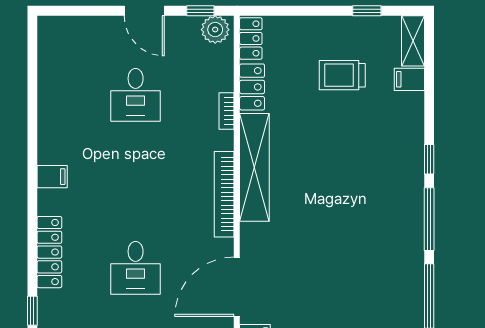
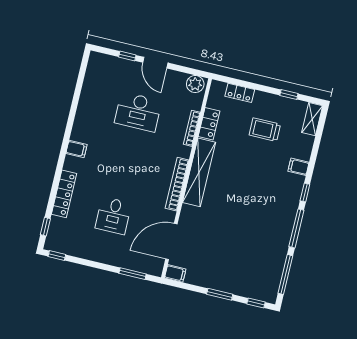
window: (200, 11) -> (127, 56), moved
locker: (251, 38) -> (240, 93), moved, turned 90
filing cabinet: (409, 79) -> (299, 167), moved
desk: (136, 95) -> (138, 112), width x1.37
bookcase: (227, 111) -> (192, 128), width x1.56

